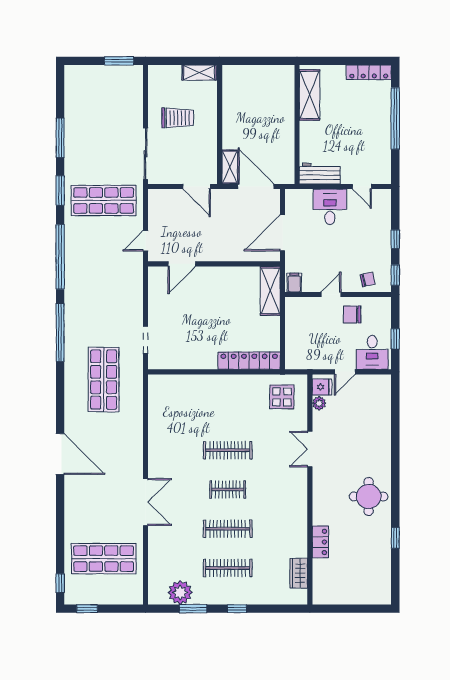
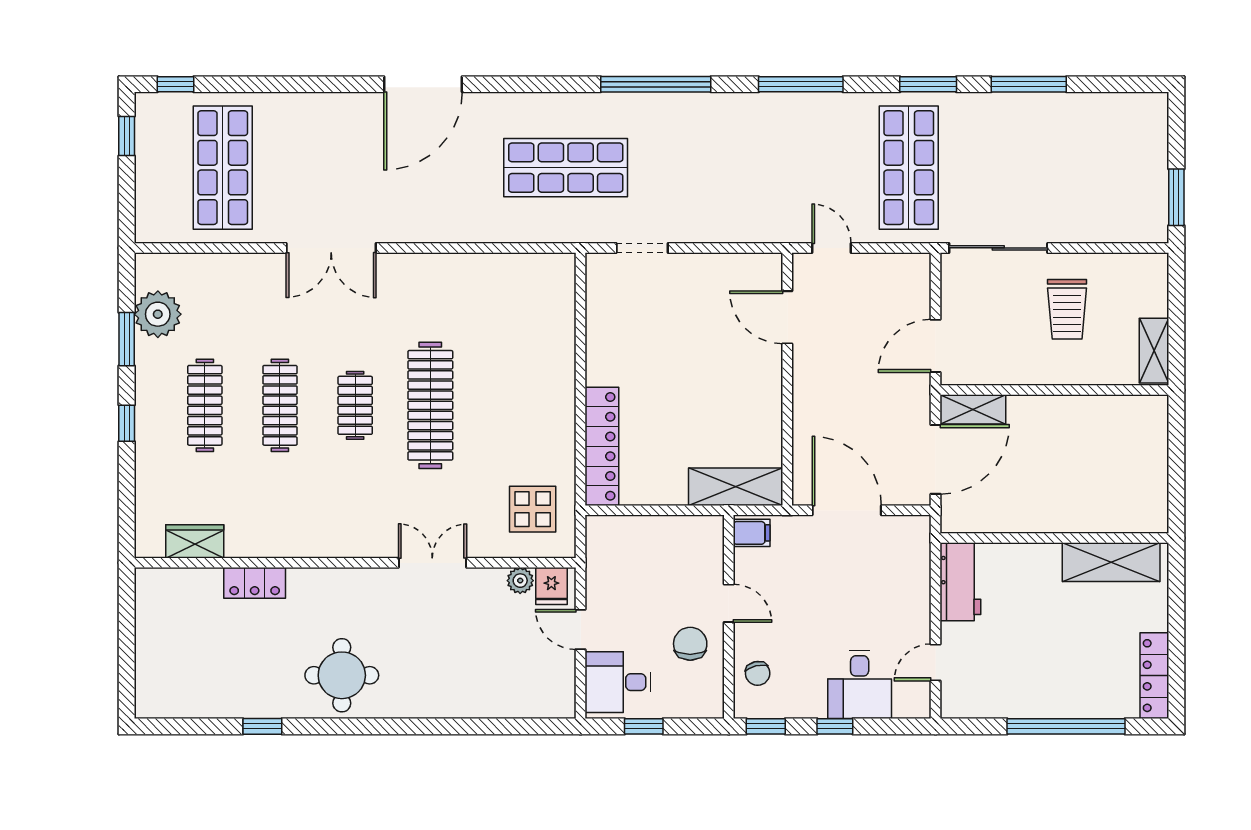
desk: (330, 207) -> (860, 684), moved, turned 90
window: (60, 257) -> (801, 84), width x0.68
clothes rail: (228, 450) -> (430, 405), width x1.37, depth x1.31

